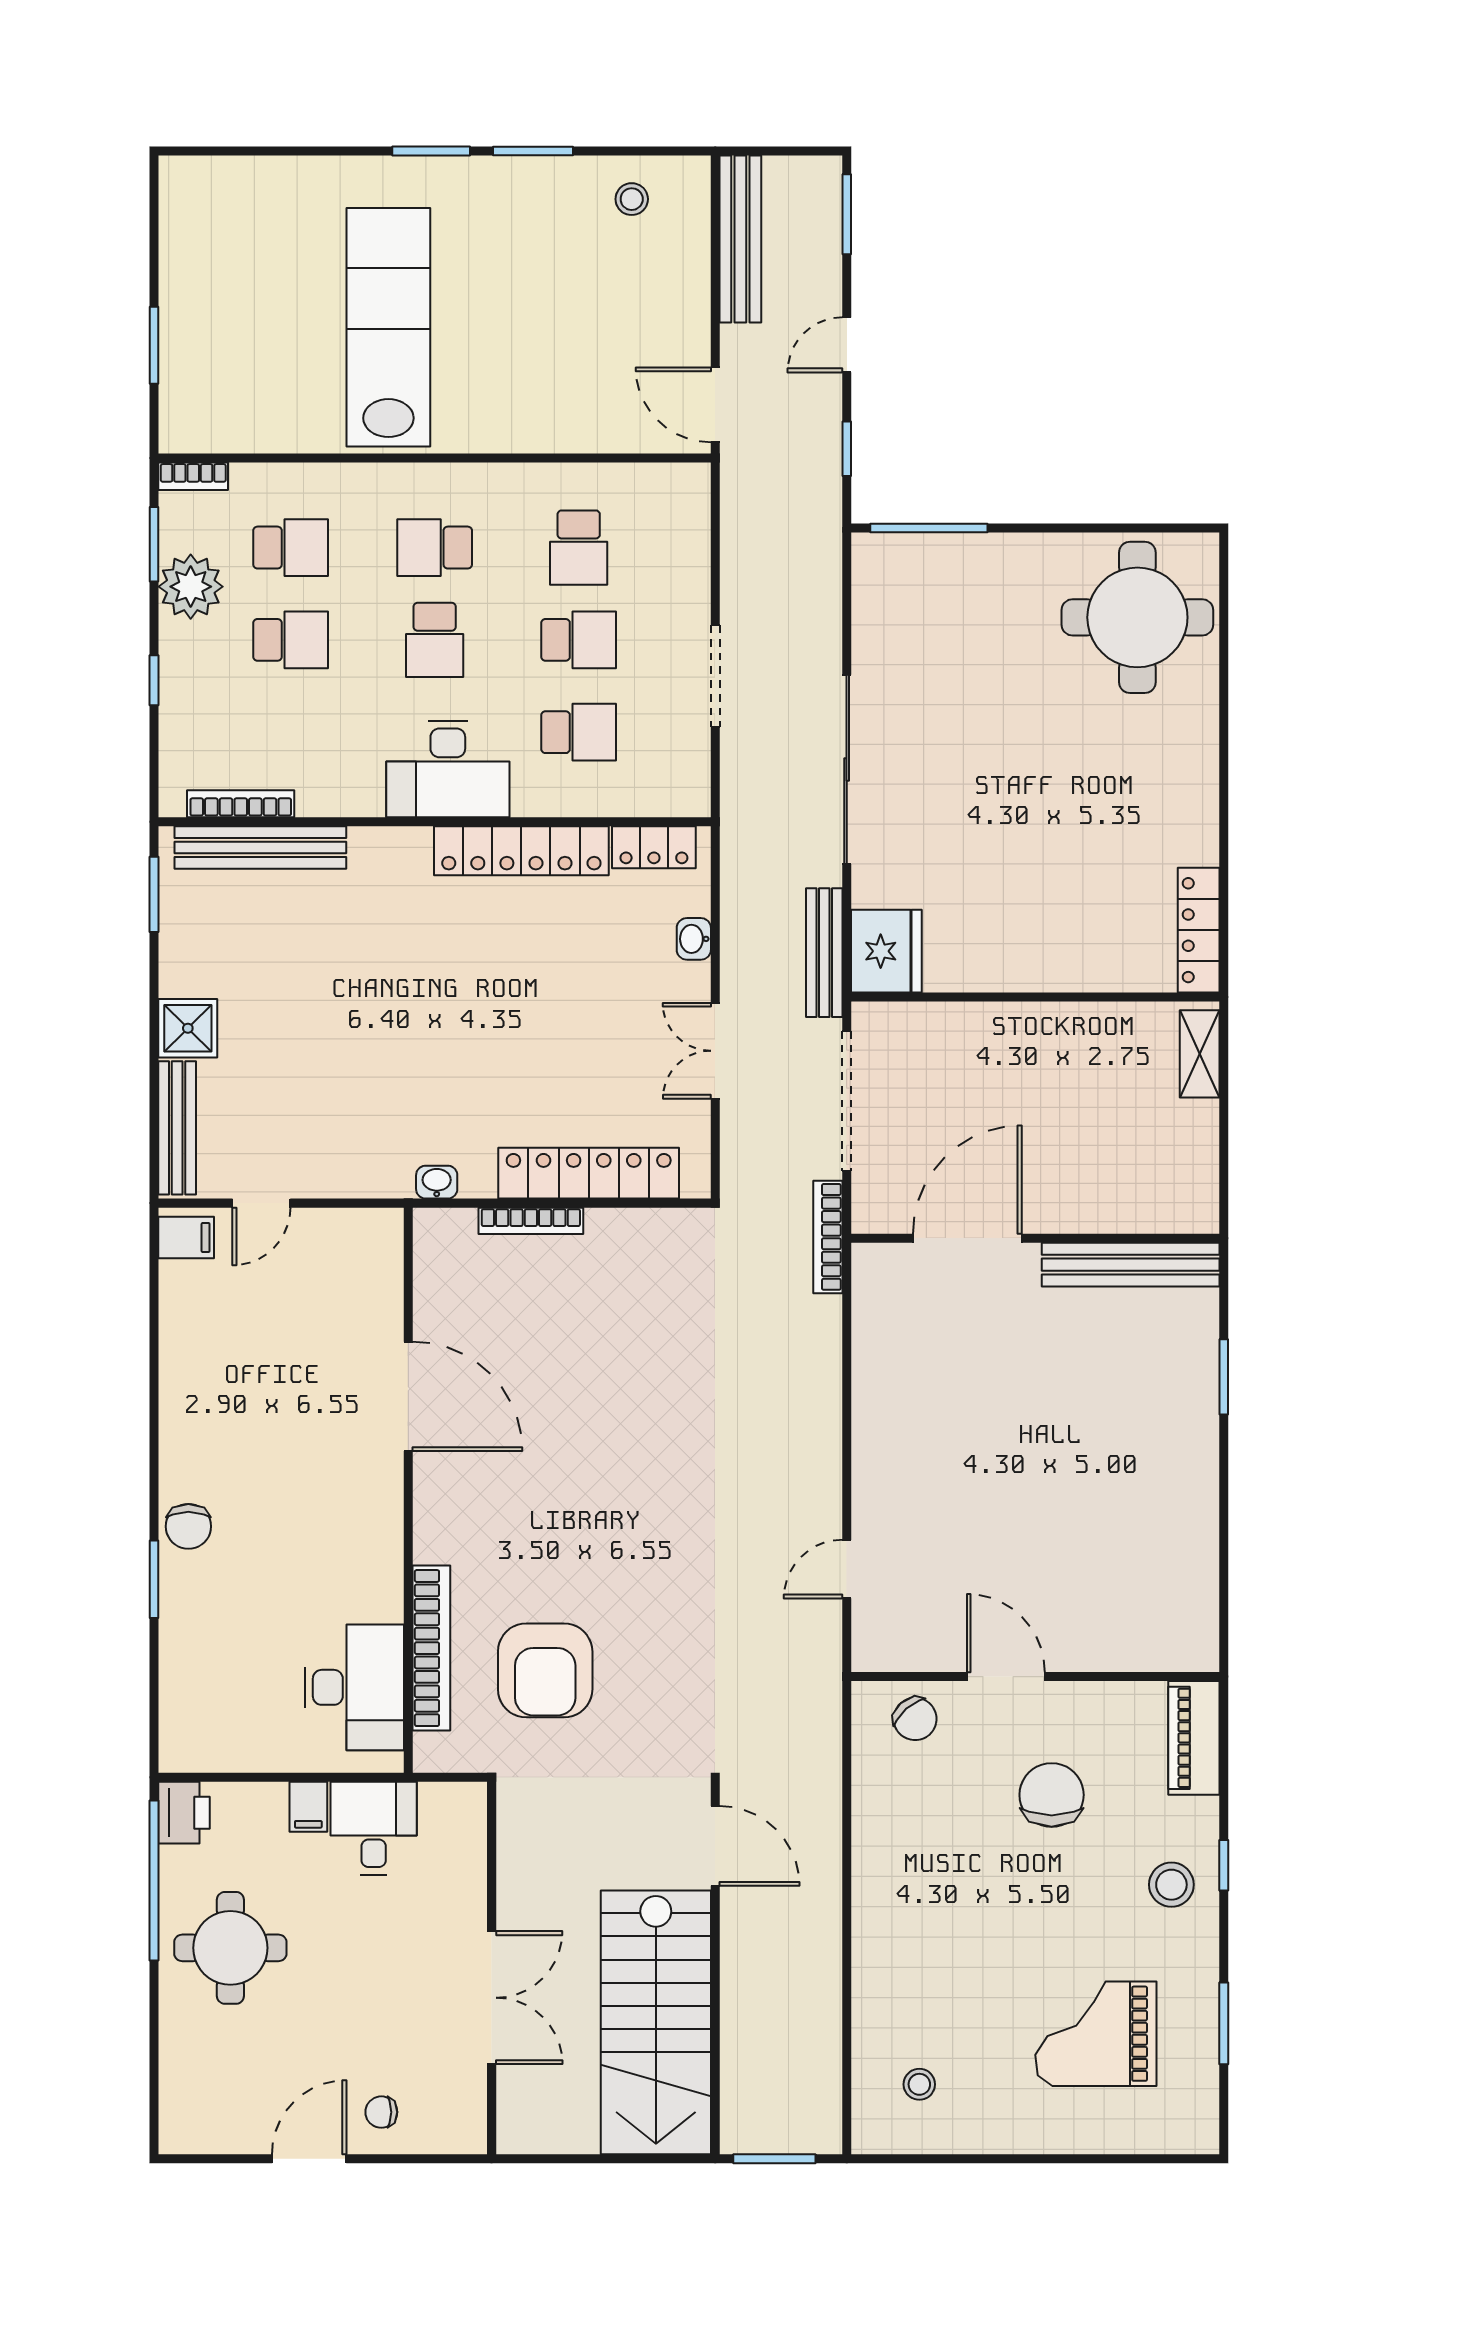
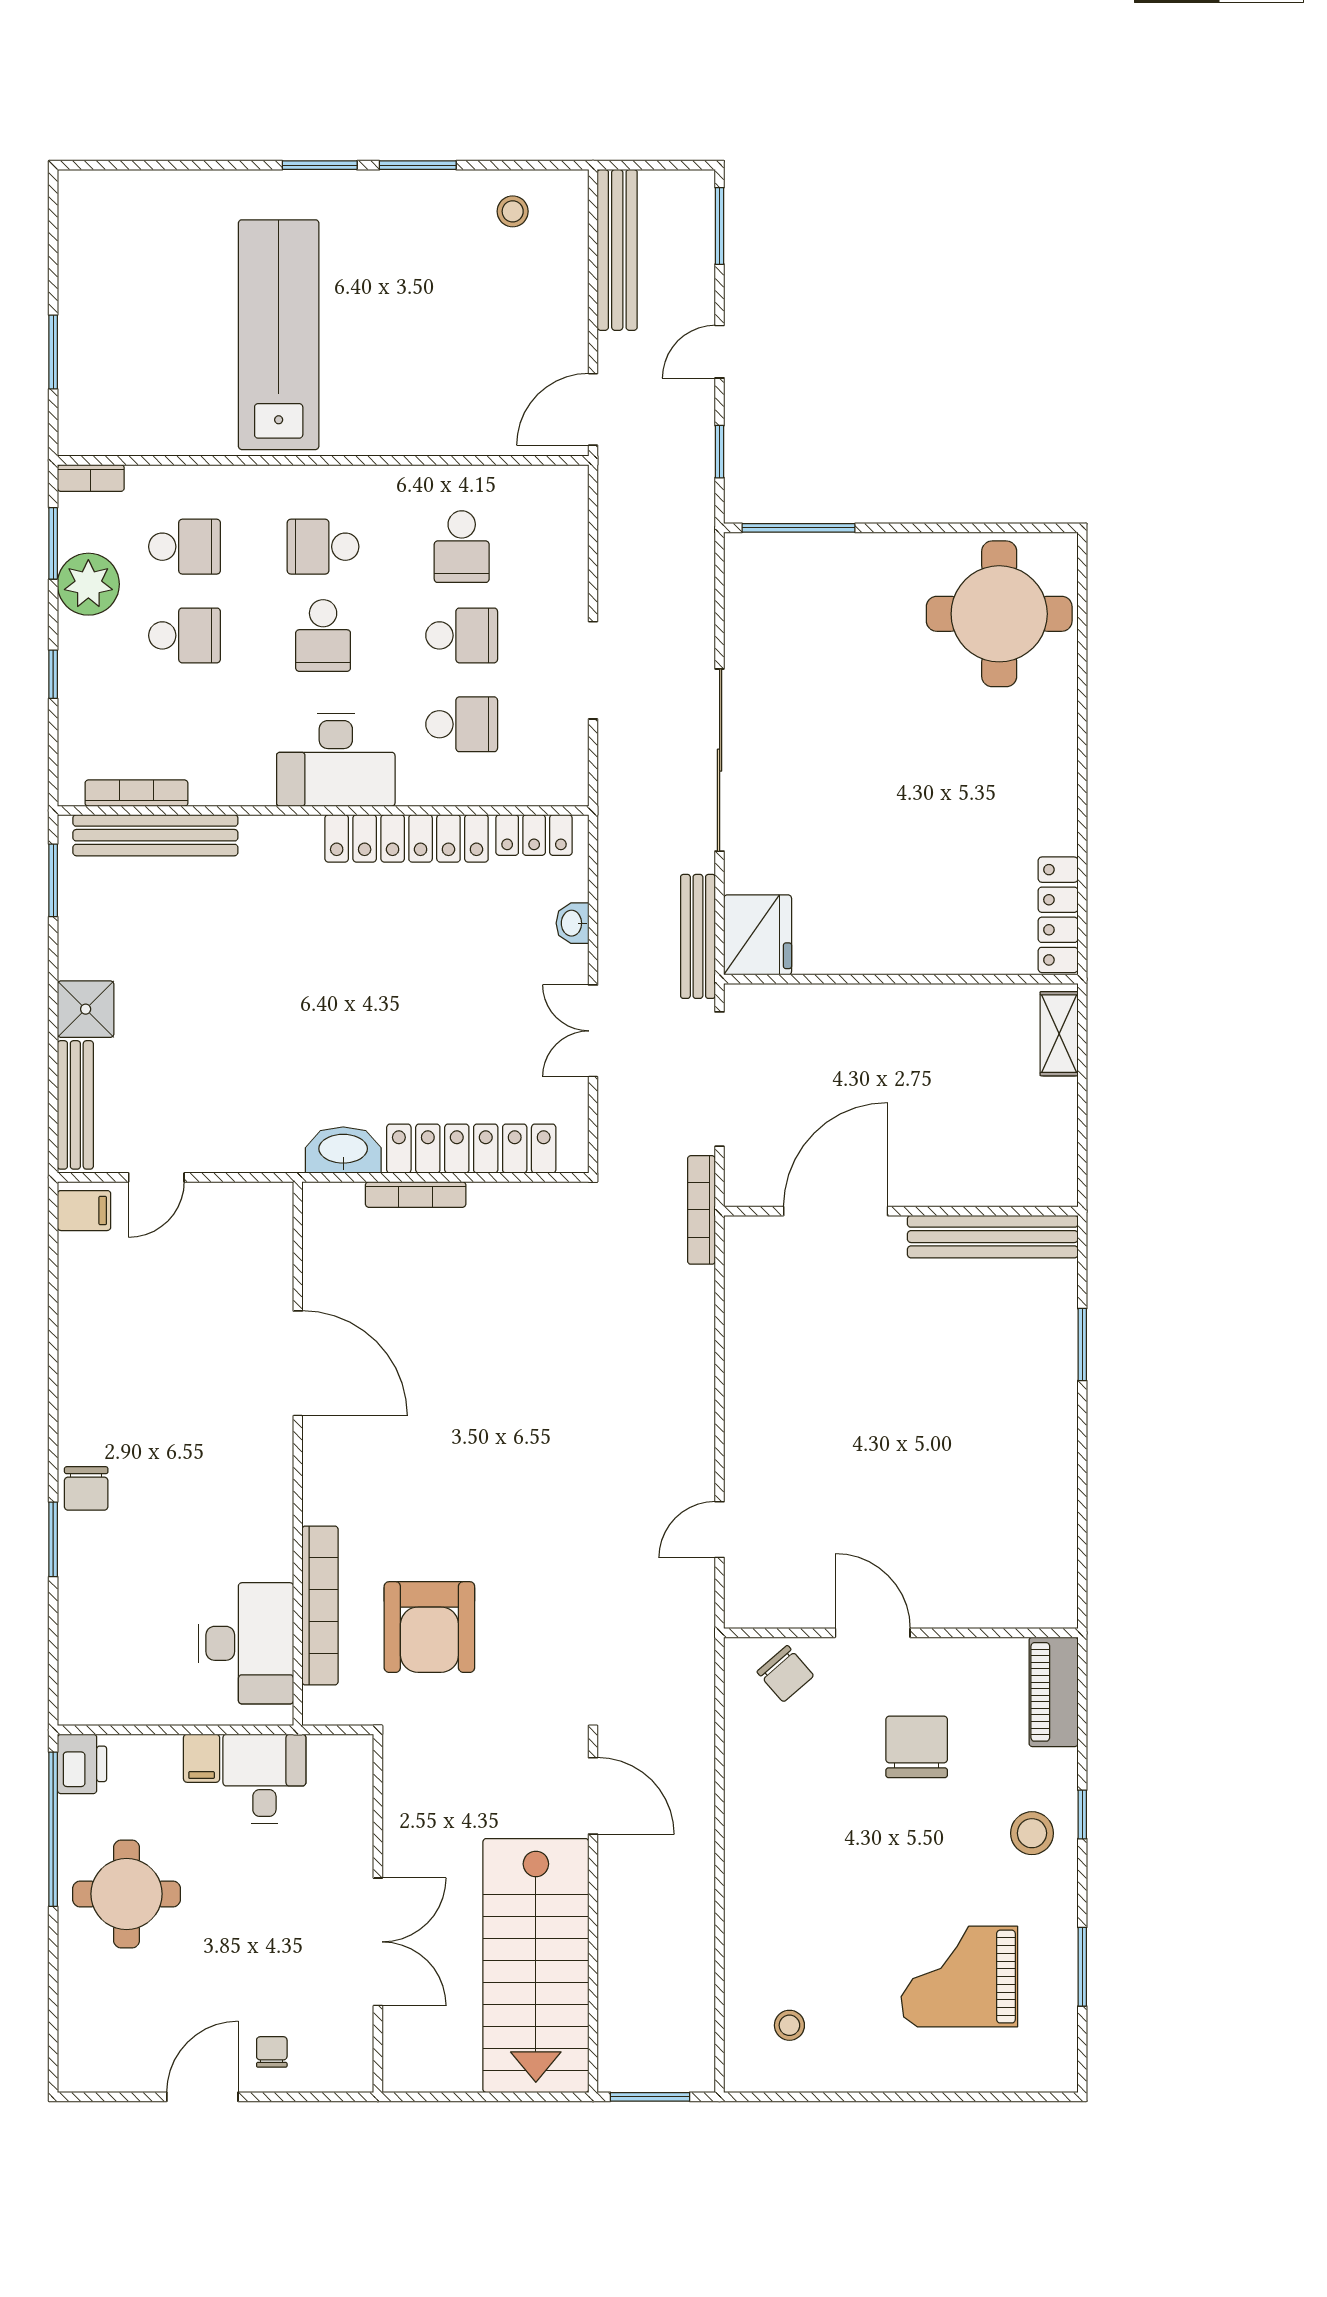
door: (715, 405) -> (593, 409), hinge flipped
washbasin: (437, 1182) -> (343, 1150), width x1.91, depth x1.45
chair: (381, 2112) -> (272, 2052), turned 90

